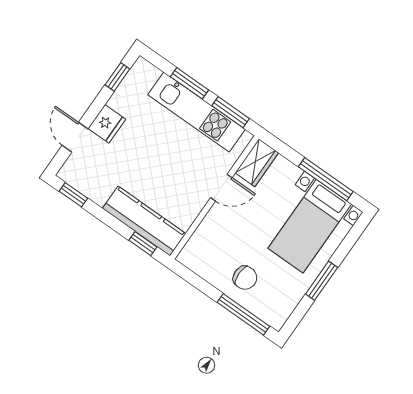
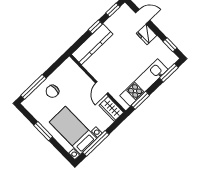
window: (190, 83) -> (169, 73), moved
window: (143, 244) -> (95, 27), moved

